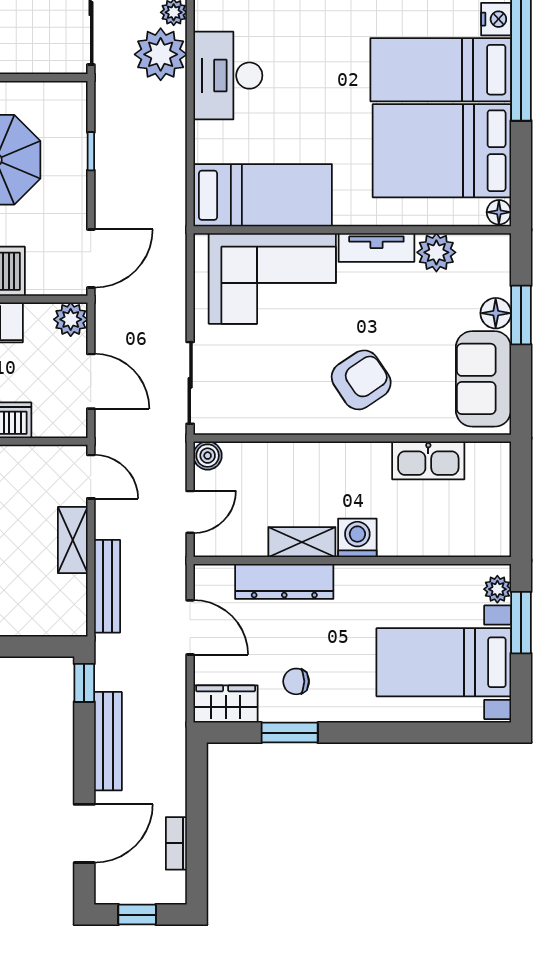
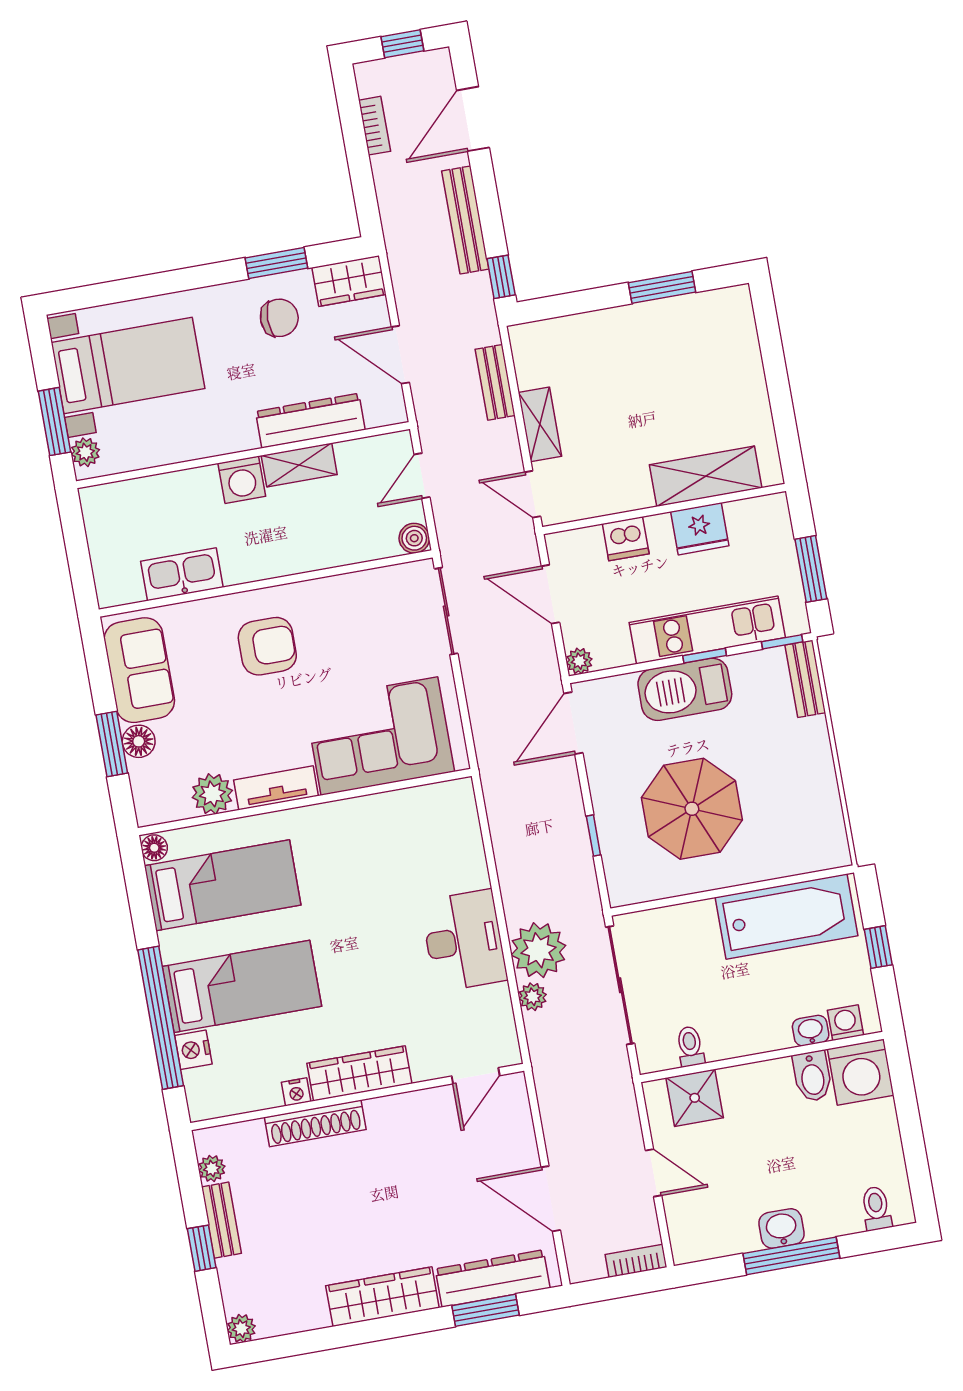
bed: (442, 151) -> (223, 885), width x0.67
bed: (263, 195) -> (405, 821), removed
plant: (71, 319) -> (579, 661), width x0.73, depth x0.73
armchair: (361, 380) -> (267, 646), turned -146
bench: (107, 586) -> (495, 382), width x0.73
chair: (296, 681) -> (279, 318), width x1.37, depth x1.37

